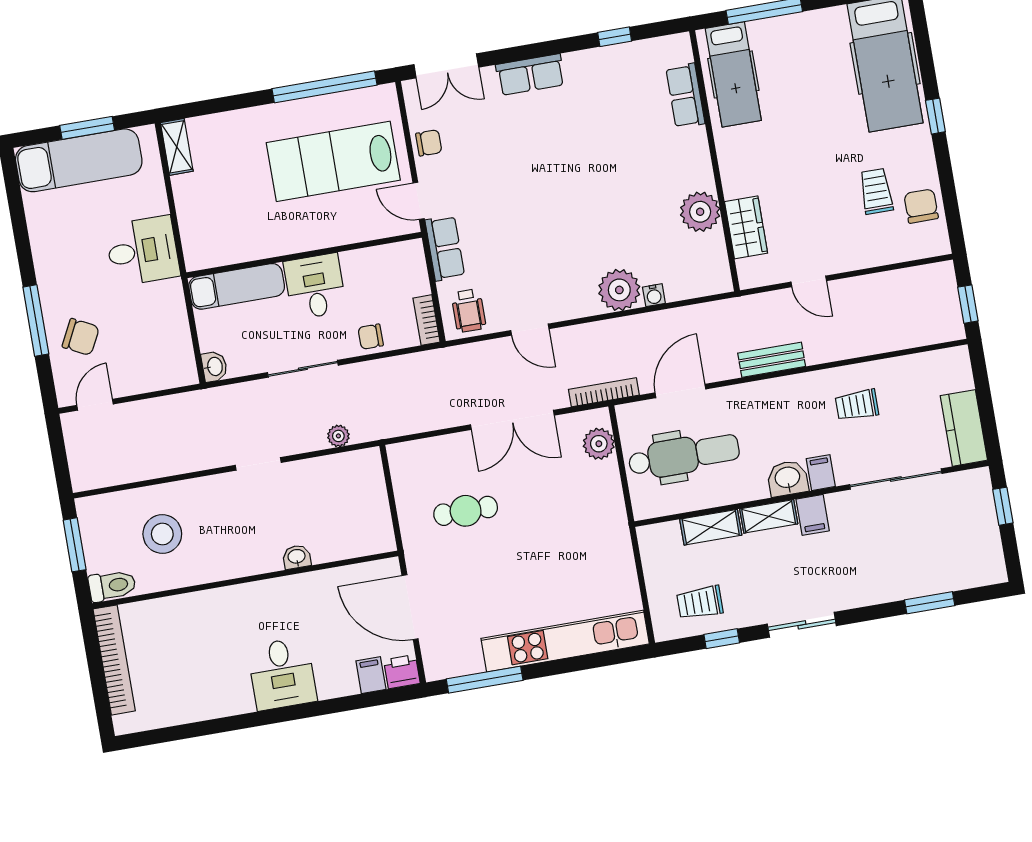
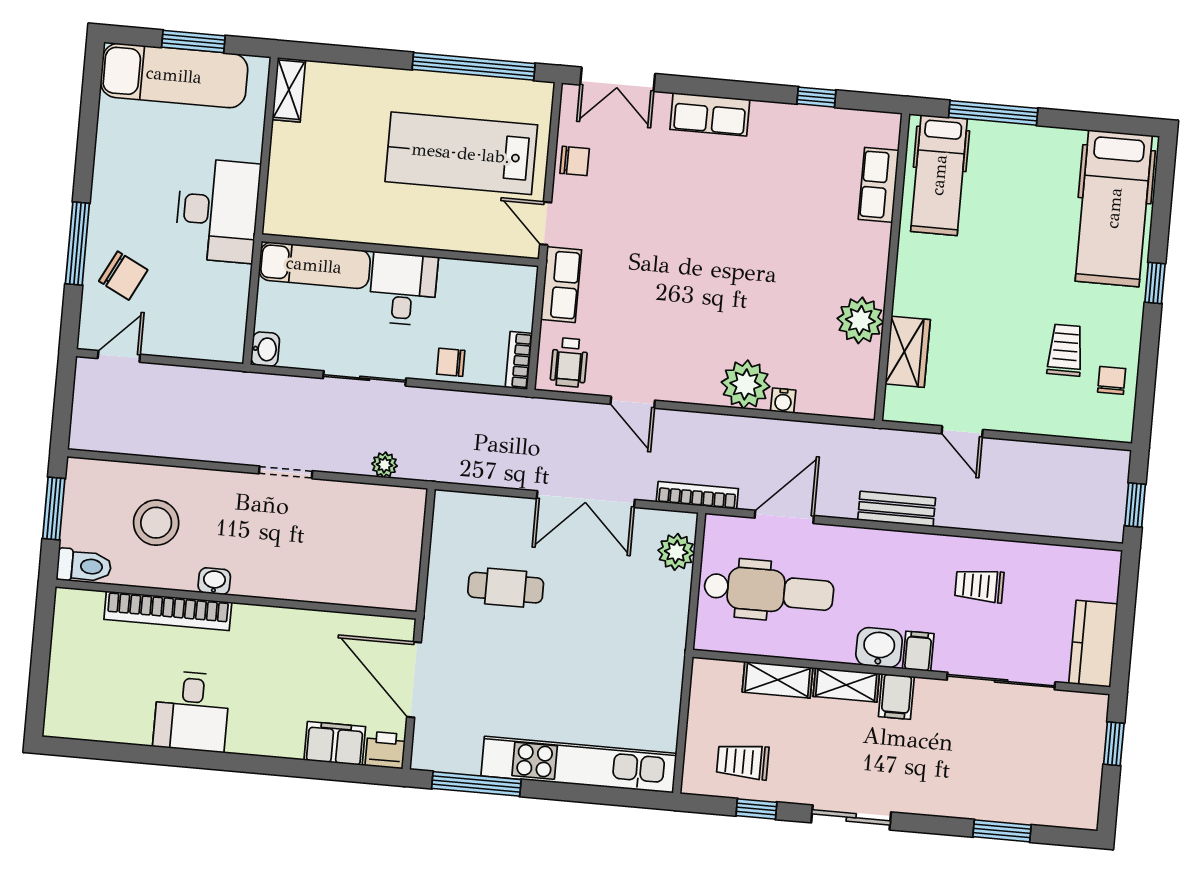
chair: (921, 206) -> (1112, 380), width x0.73, depth x0.73
desk: (142, 251) -> (218, 210), width x1.37
washbasin: (297, 557) -> (214, 581), moved
bookcase: (114, 660) -> (168, 611), moved, turned 90
desk: (282, 674) -> (192, 711), moved
filing cabinet: (371, 675) -> (335, 743), width x2.00

